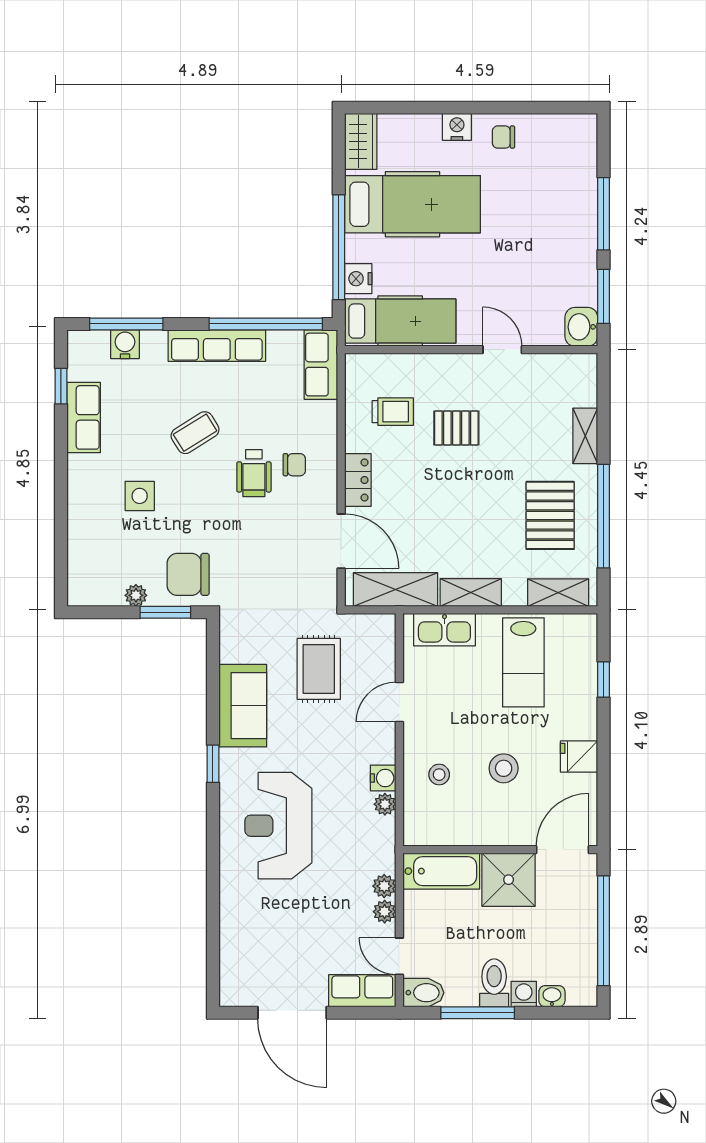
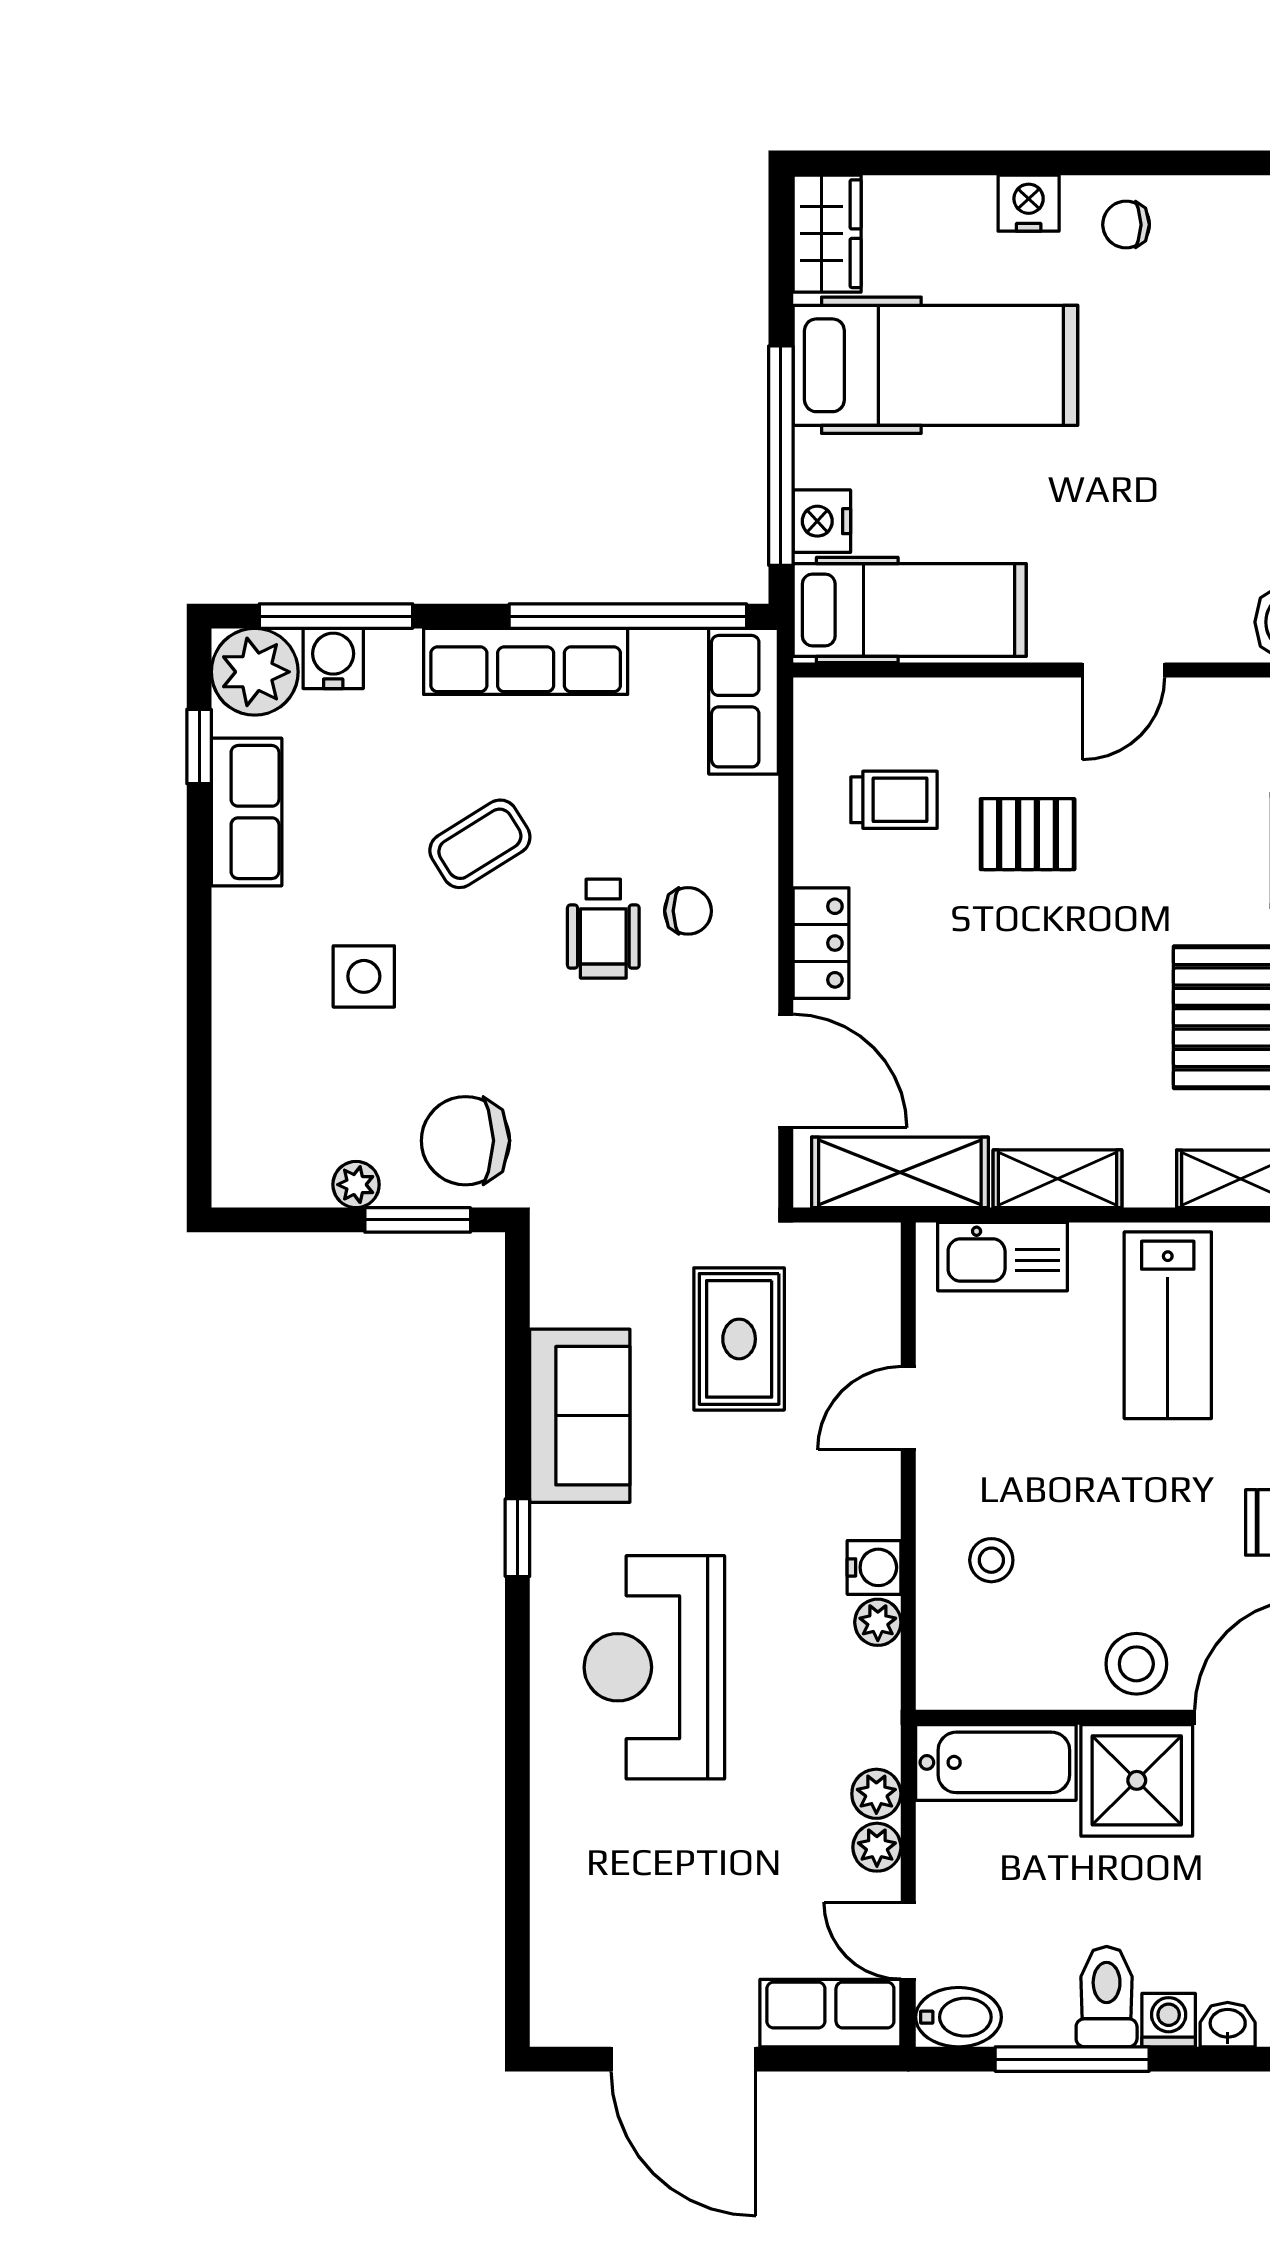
door: (502, 350) -> (1123, 670), swing flipped
plant: (88, 351) -> (255, 672), added
stool: (504, 768) -> (1136, 1664), moved

